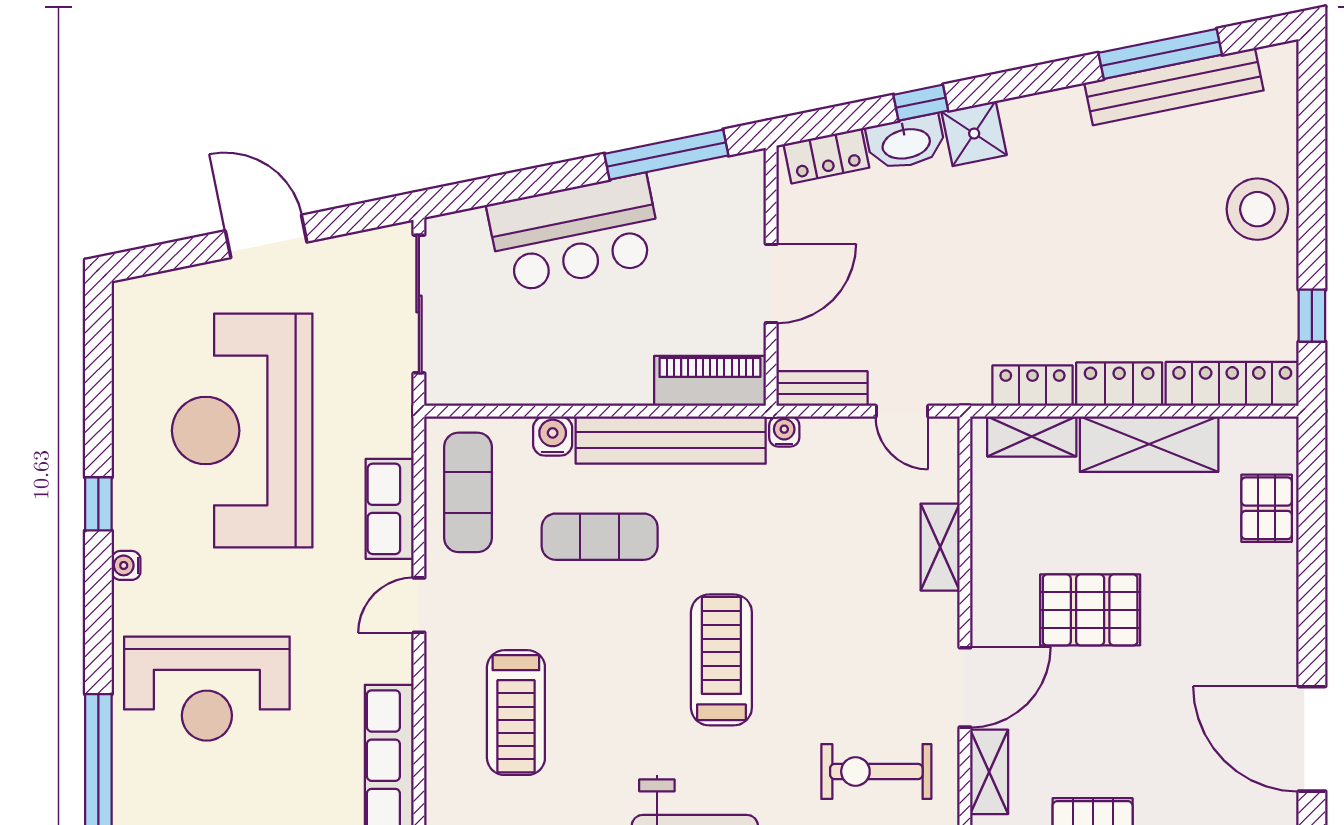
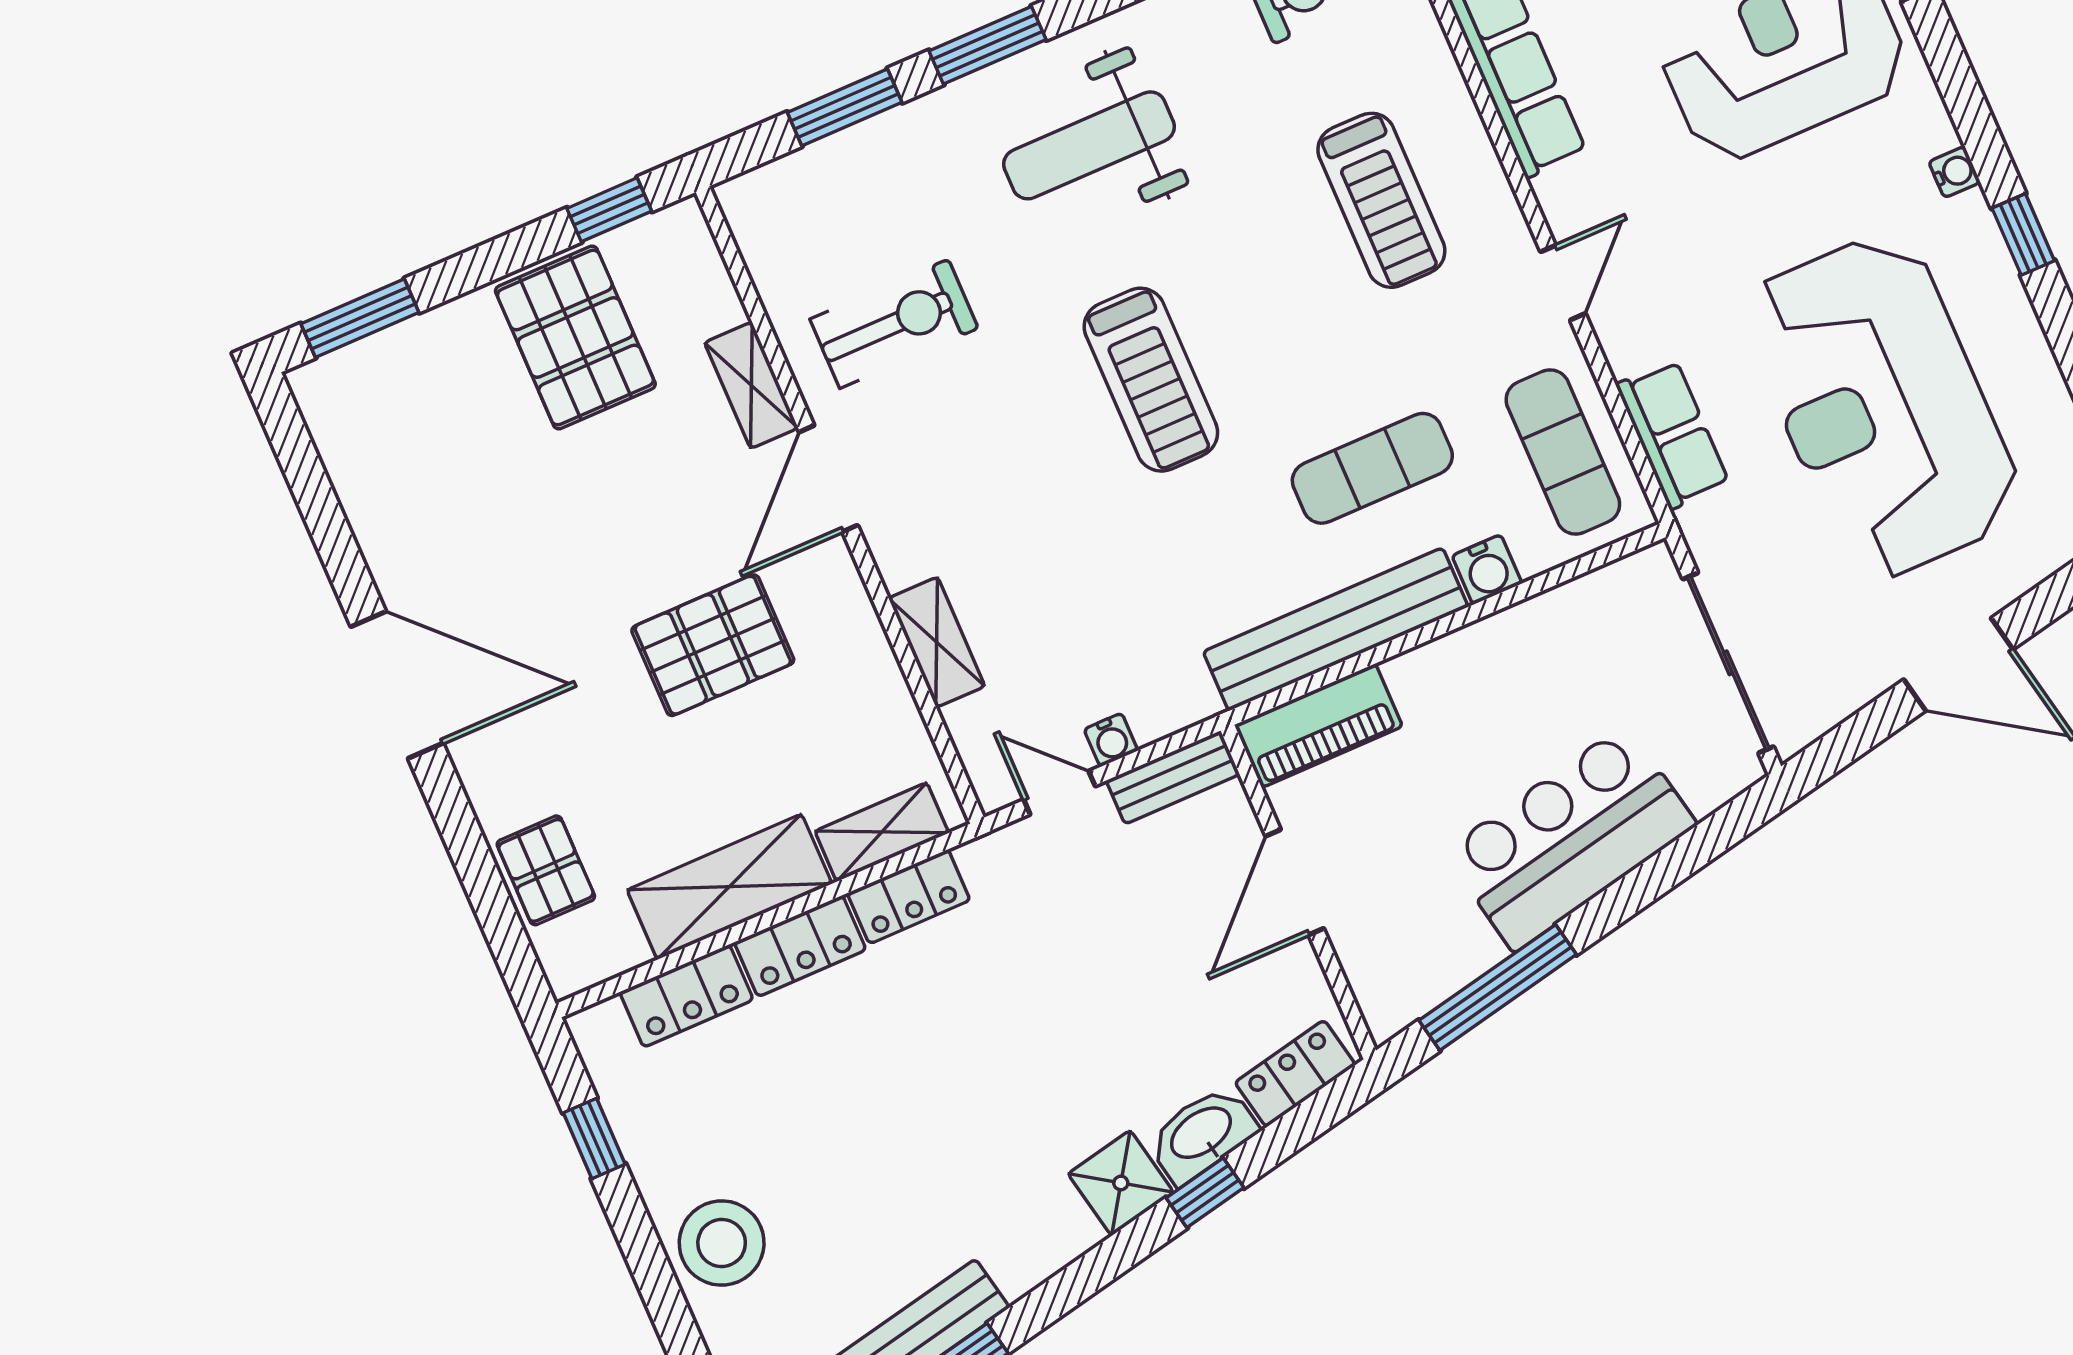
locker: (1232, 384) -> (686, 996), width x0.66
reception desk: (242, 431) -> (1882, 406), turned 180
water cooler: (784, 432) -> (1111, 740), moved
row of seats: (390, 509) -> (1673, 434), moved
treadmill: (516, 713) -> (1381, 200), turned 180
door: (1312, 739) -> (397, 685), moved

